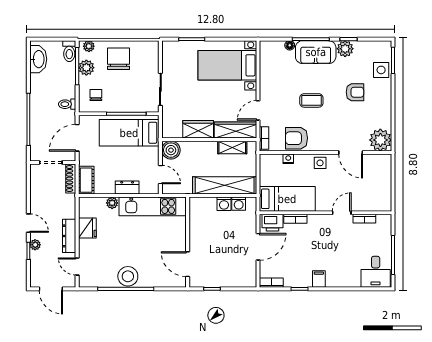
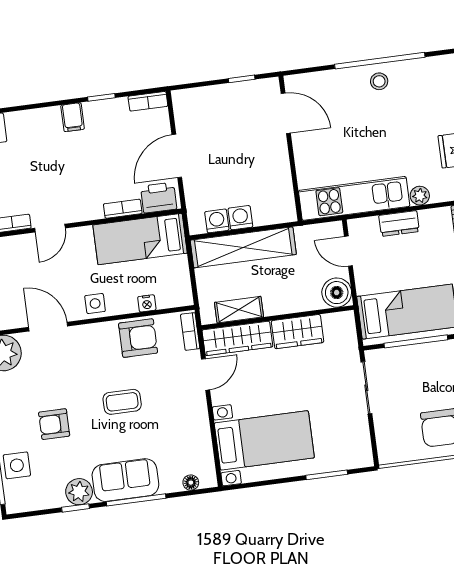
floor lamp: (290, 45) -> (191, 483), moved
stool: (128, 276) -> (379, 81), width x0.53, depth x0.53

